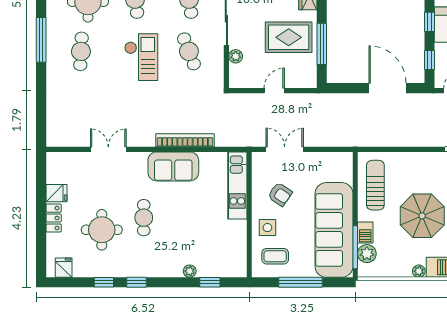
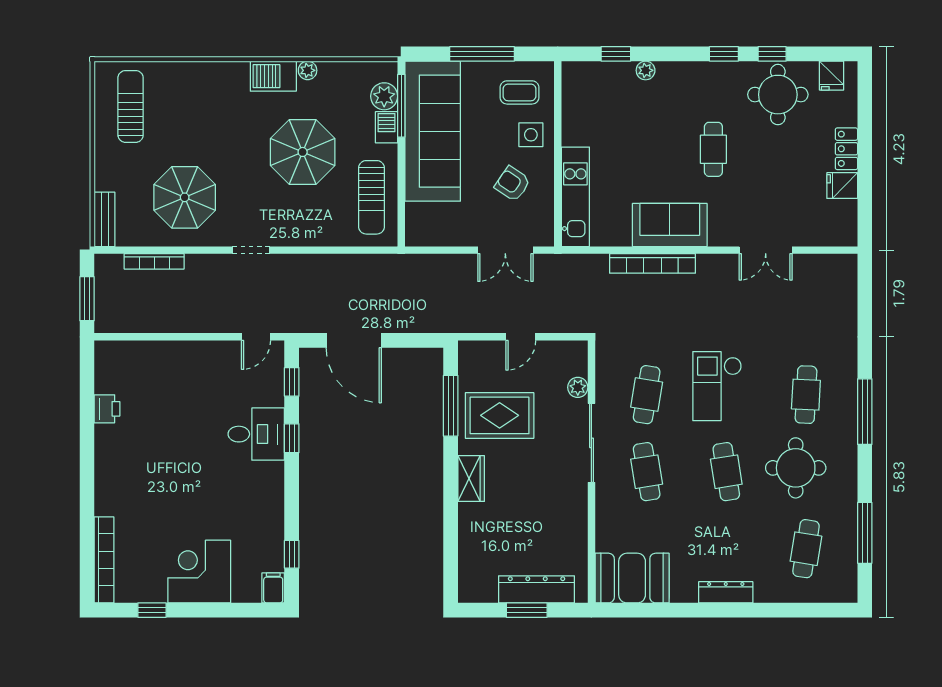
cafe table: (189, 51) -> (647, 395), turned 30
round table: (102, 230) -> (778, 95), moved

